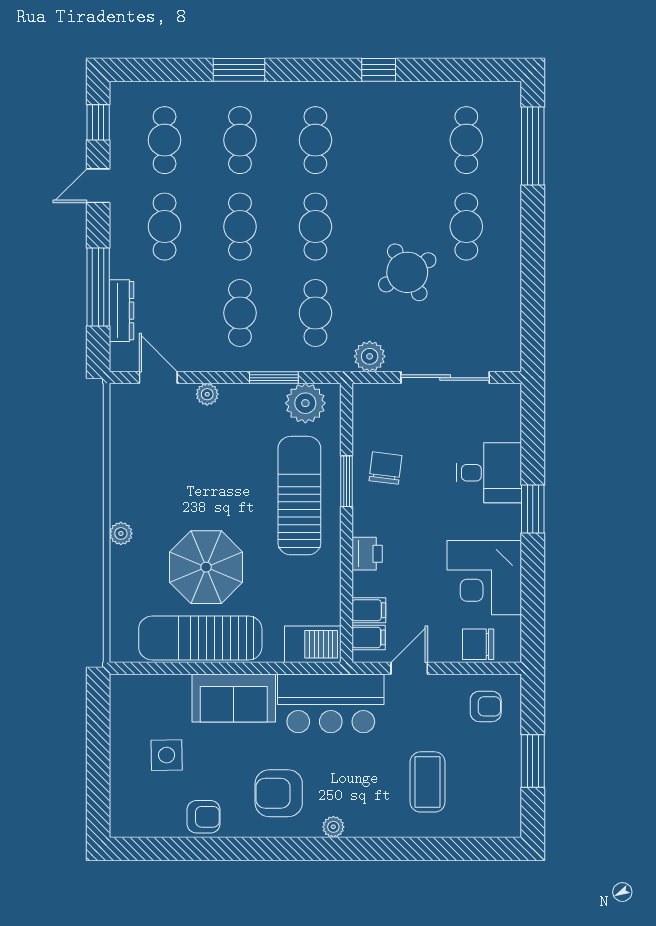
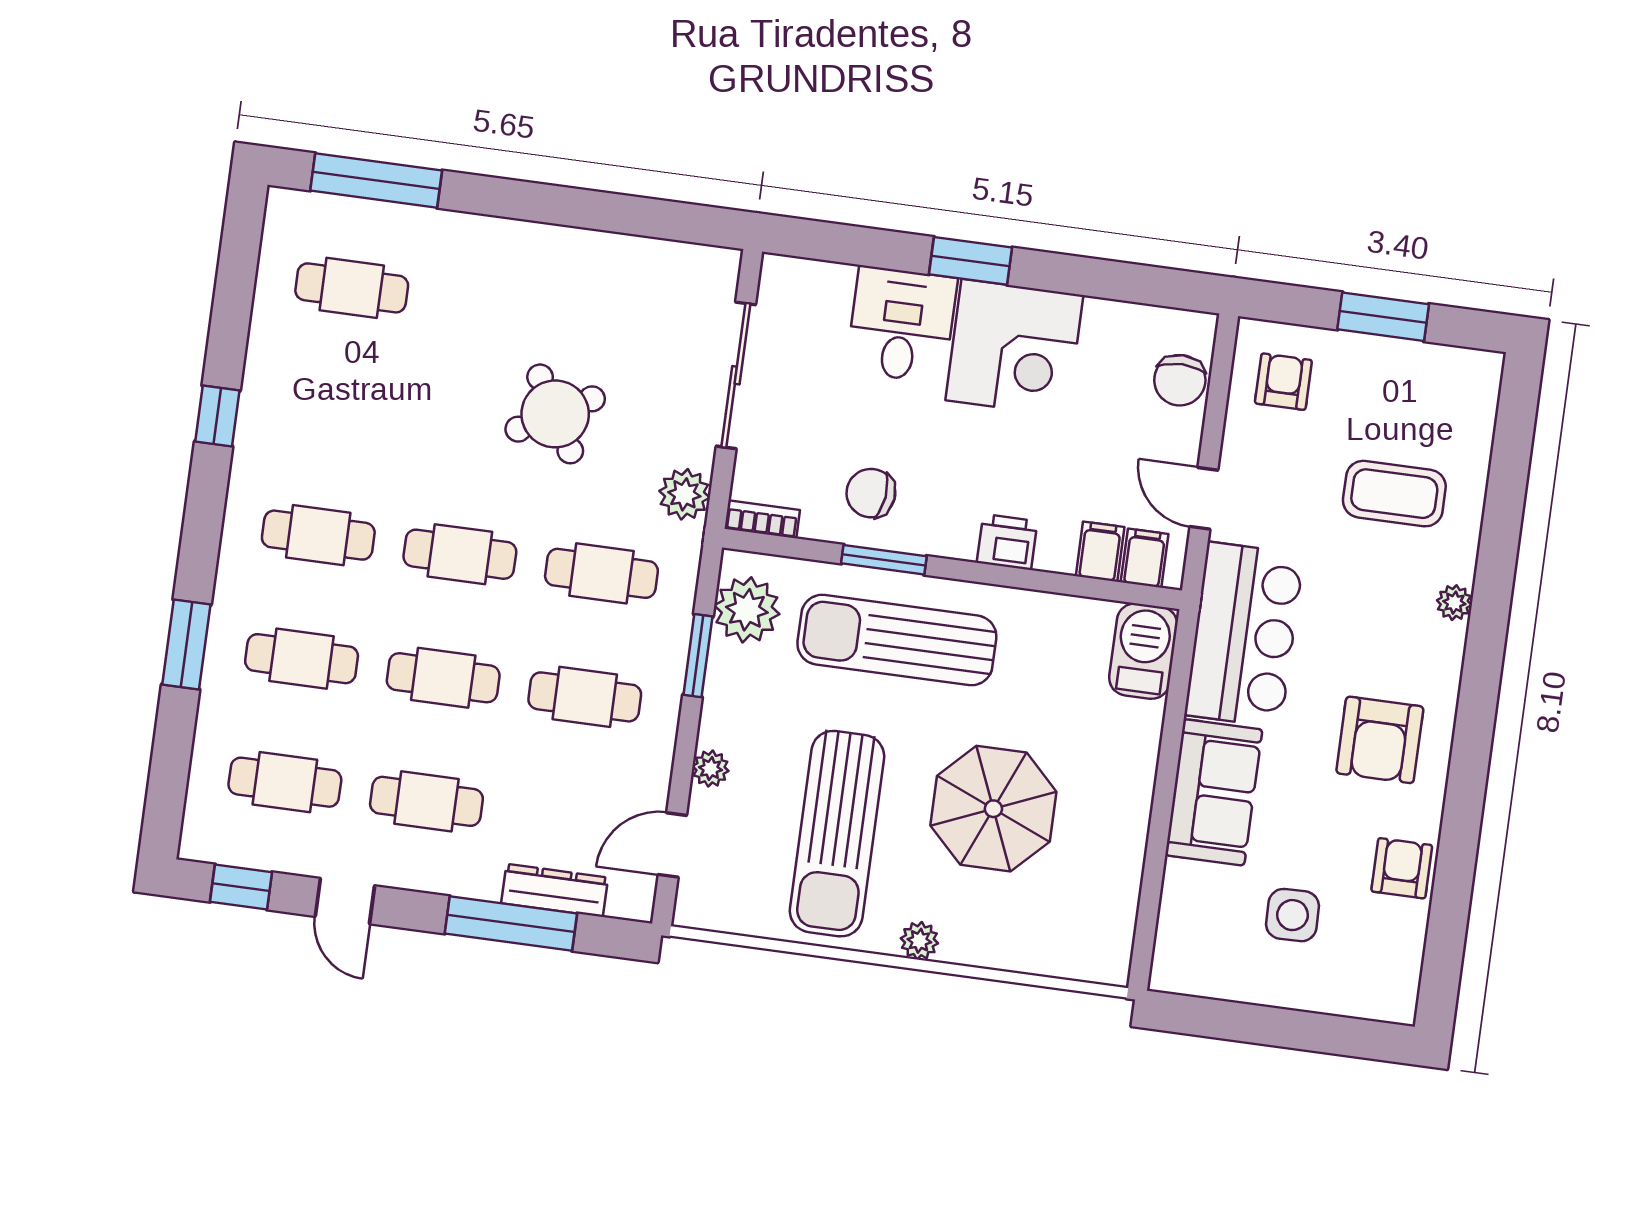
cafe table: (466, 227) -> (493, 307), removed
bookcase: (361, 405) -> (762, 519), added
corner desk: (484, 578) -> (1014, 348), moved
sun lounger: (200, 638) -> (837, 834), moved
plant: (333, 827) -> (1454, 603), moved

